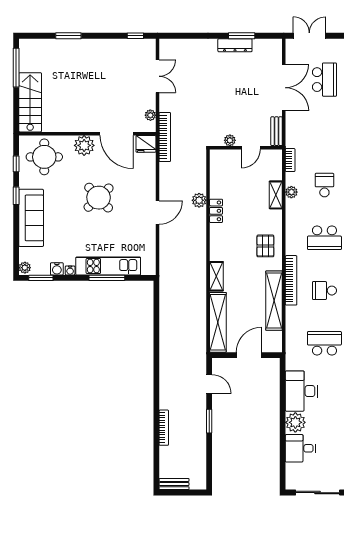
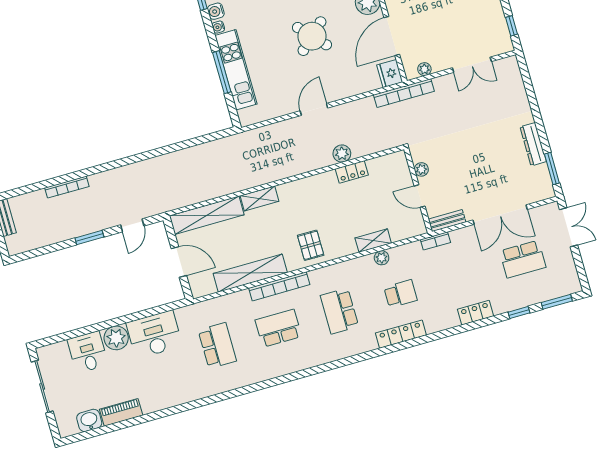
window: (242, 36) -> (552, 168), moved
bookcase: (290, 160) -> (435, 241), moved
locker: (216, 211) -> (352, 172), moved
door: (158, 213) -> (314, 109), swing flipped
pallet: (265, 246) -> (311, 245), turned 90
school desk: (324, 291) -> (278, 328), width x1.85

